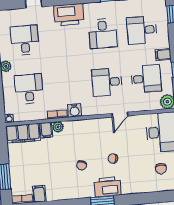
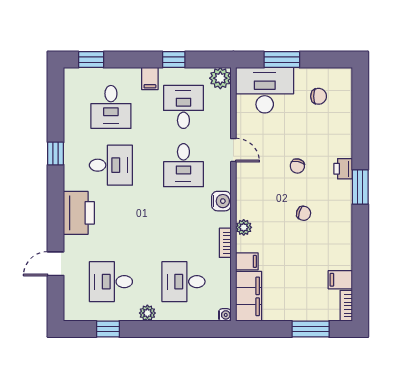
water cooler: (75, 110) -> (221, 201), moved
plant: (58, 127) -> (244, 227), moved
printer: (108, 187) -> (343, 169), width x0.53, depth x0.68

